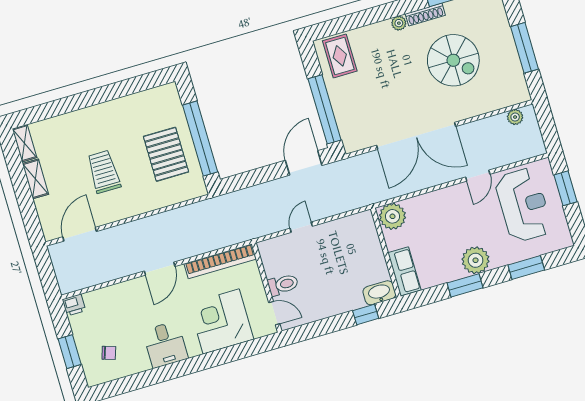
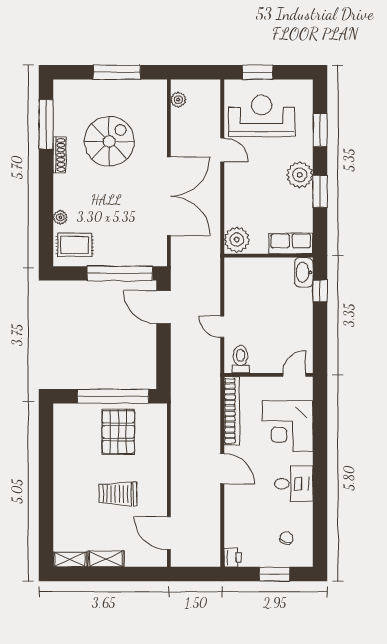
plant: (399, 23) -> (60, 217), moved
pallet: (166, 154) -> (118, 432), turned 90
toilet: (283, 285) -> (241, 359), moved

